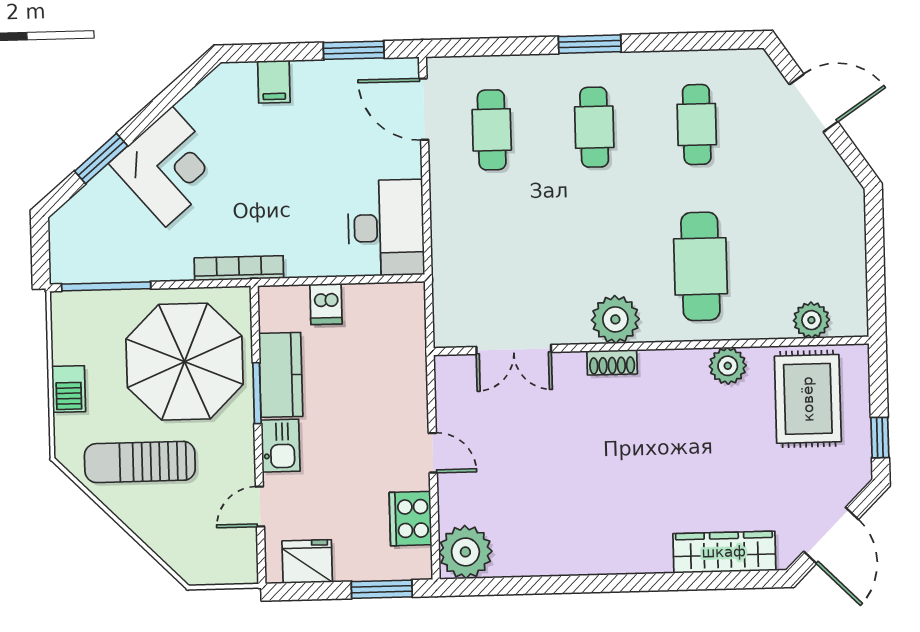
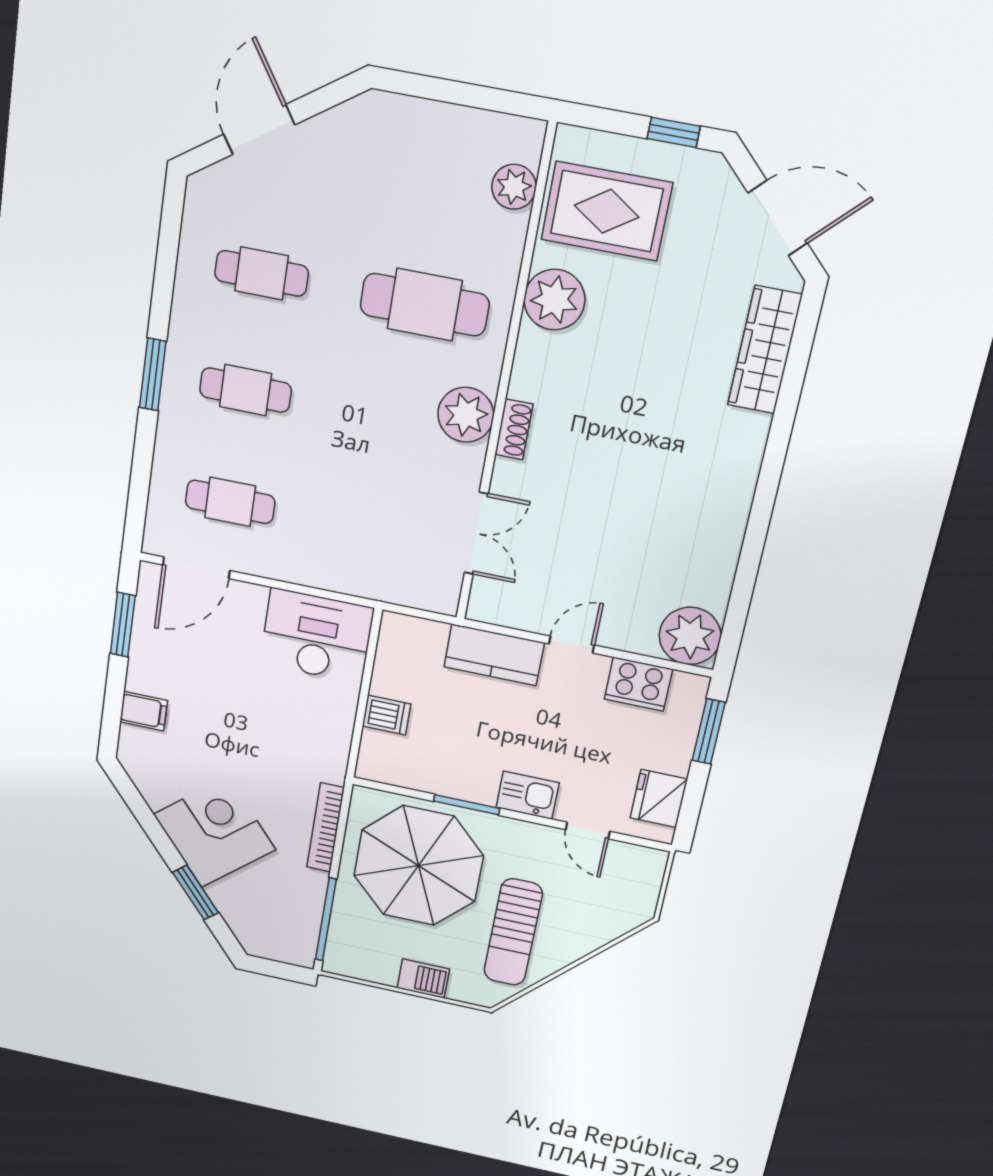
bookcase: (239, 268) -> (326, 828), moved
plant: (728, 366) -> (554, 300), width x1.36, depth x1.36
kitchen counter: (281, 375) -> (494, 655), moved, turned 180

